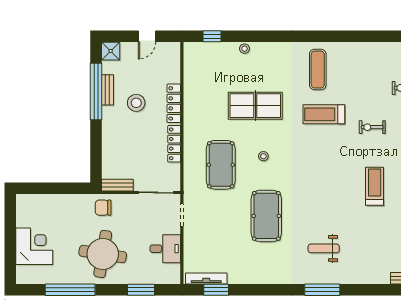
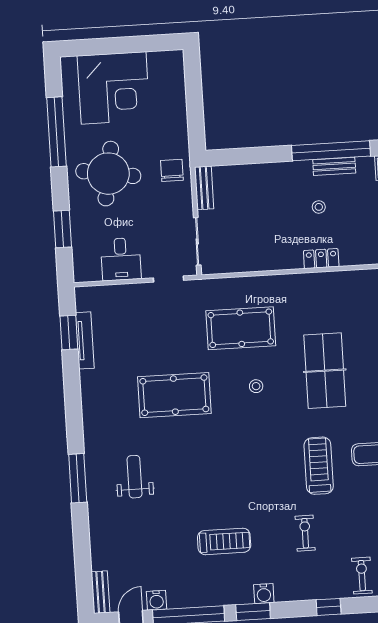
stool: (136, 103) -> (319, 207), width x0.53, depth x0.53
locker: (174, 103) -> (321, 259), width x0.66
locker: (174, 144) -> (266, 262), removed
corner desk: (34, 246) -> (114, 88), width x1.36, depth x1.36
tv unit: (206, 278) -> (85, 340), moved

